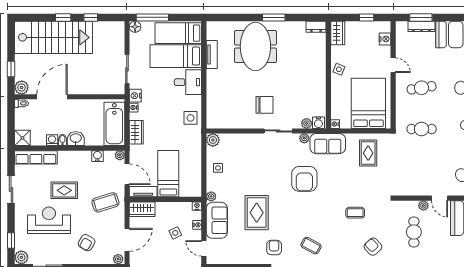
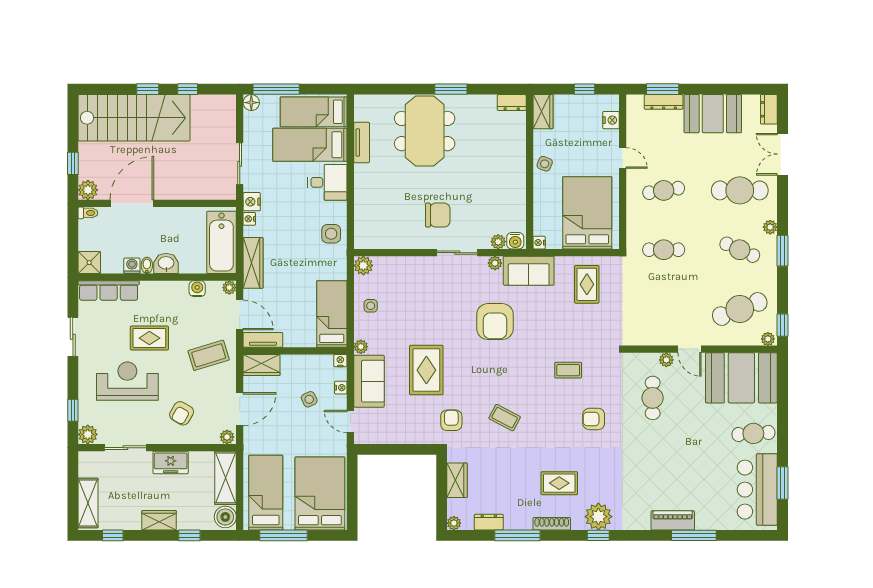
wardrobe: (136, 132) -> (253, 263), width x1.50
bed: (168, 174) -> (332, 314), moved
armchair: (373, 247) -> (594, 419), turned -47

